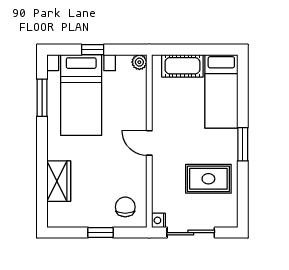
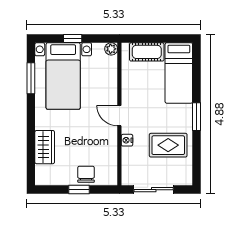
chair: (125, 207) -> (86, 174), moved
nightstand: (159, 220) -> (127, 140), moved

